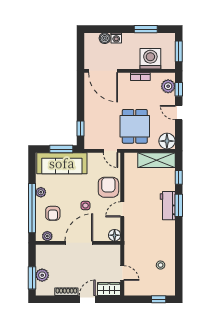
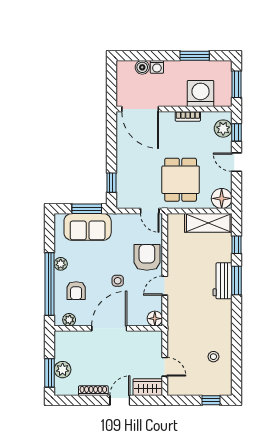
sofa: (62, 163) -> (88, 227), width x0.73

